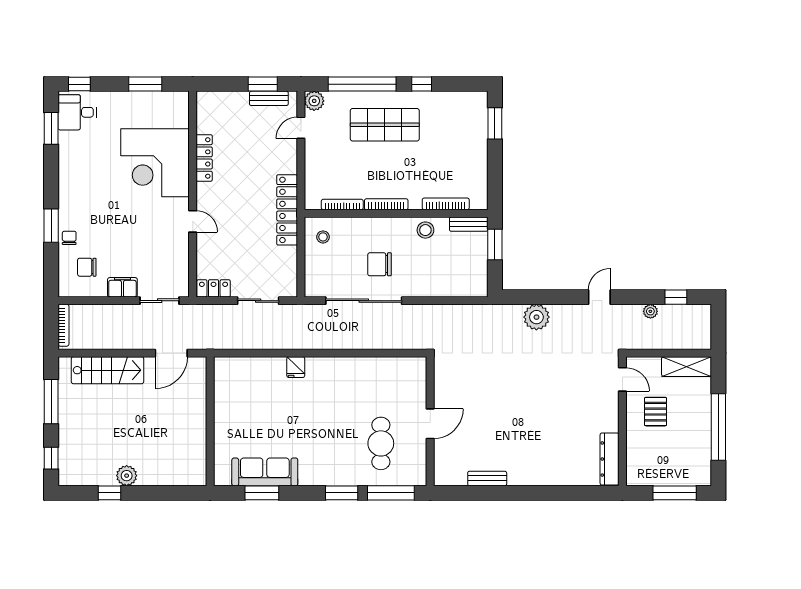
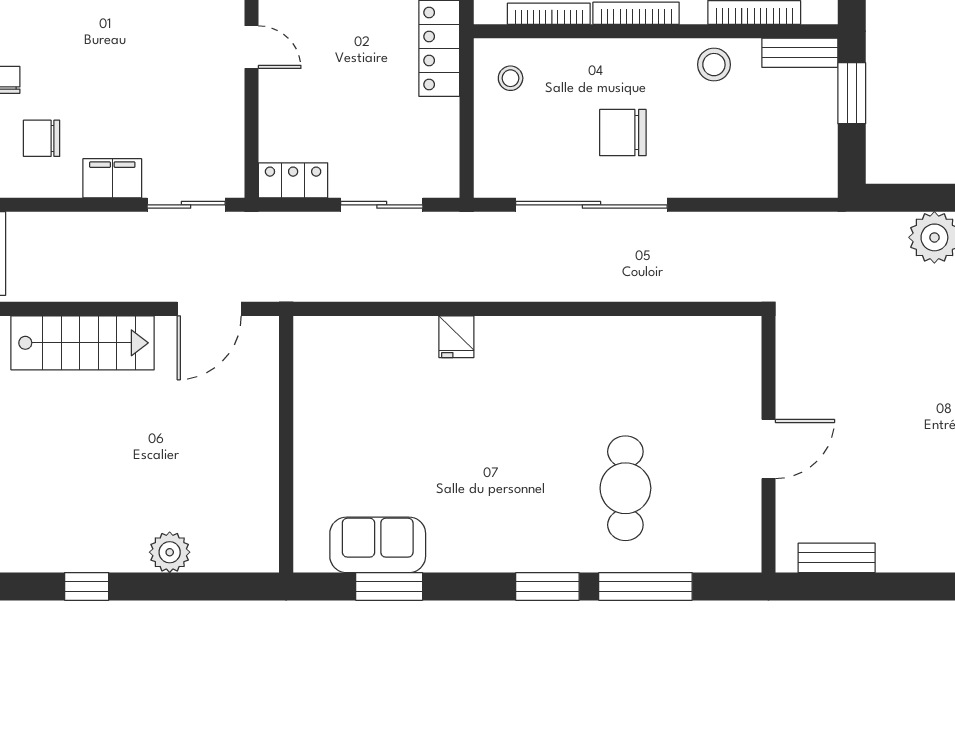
wall: (430, 421) -> (768, 444), moved
door: (430, 424) -> (768, 449), moved
sofa: (265, 472) -> (378, 545), width x0.73
plant: (127, 476) -> (170, 552), moved

